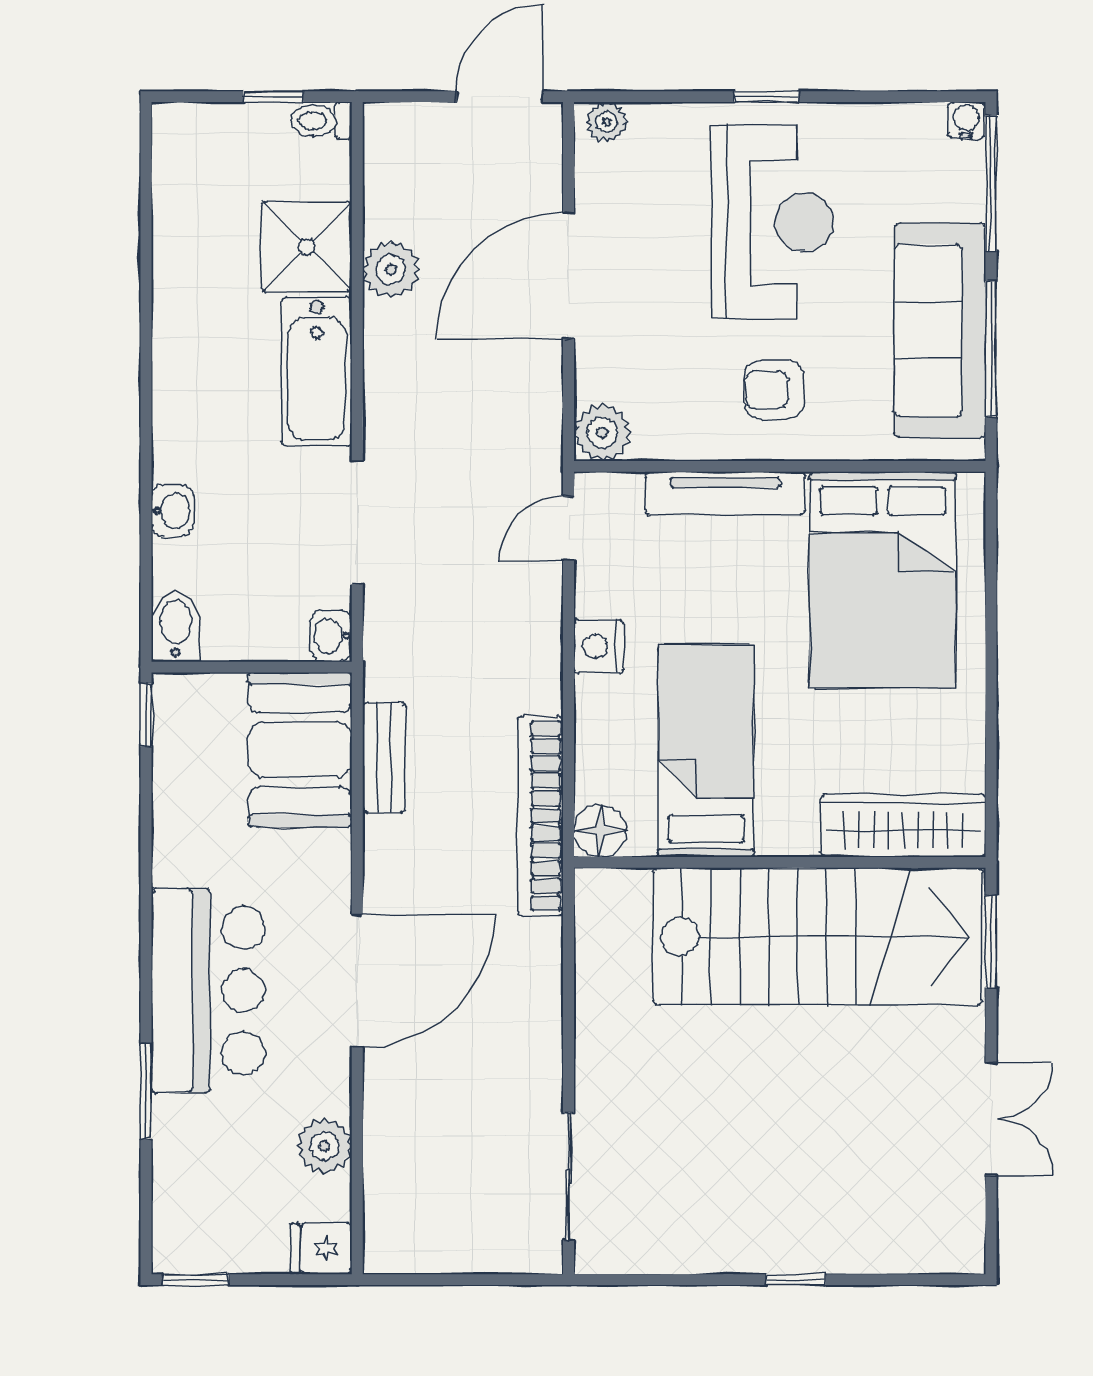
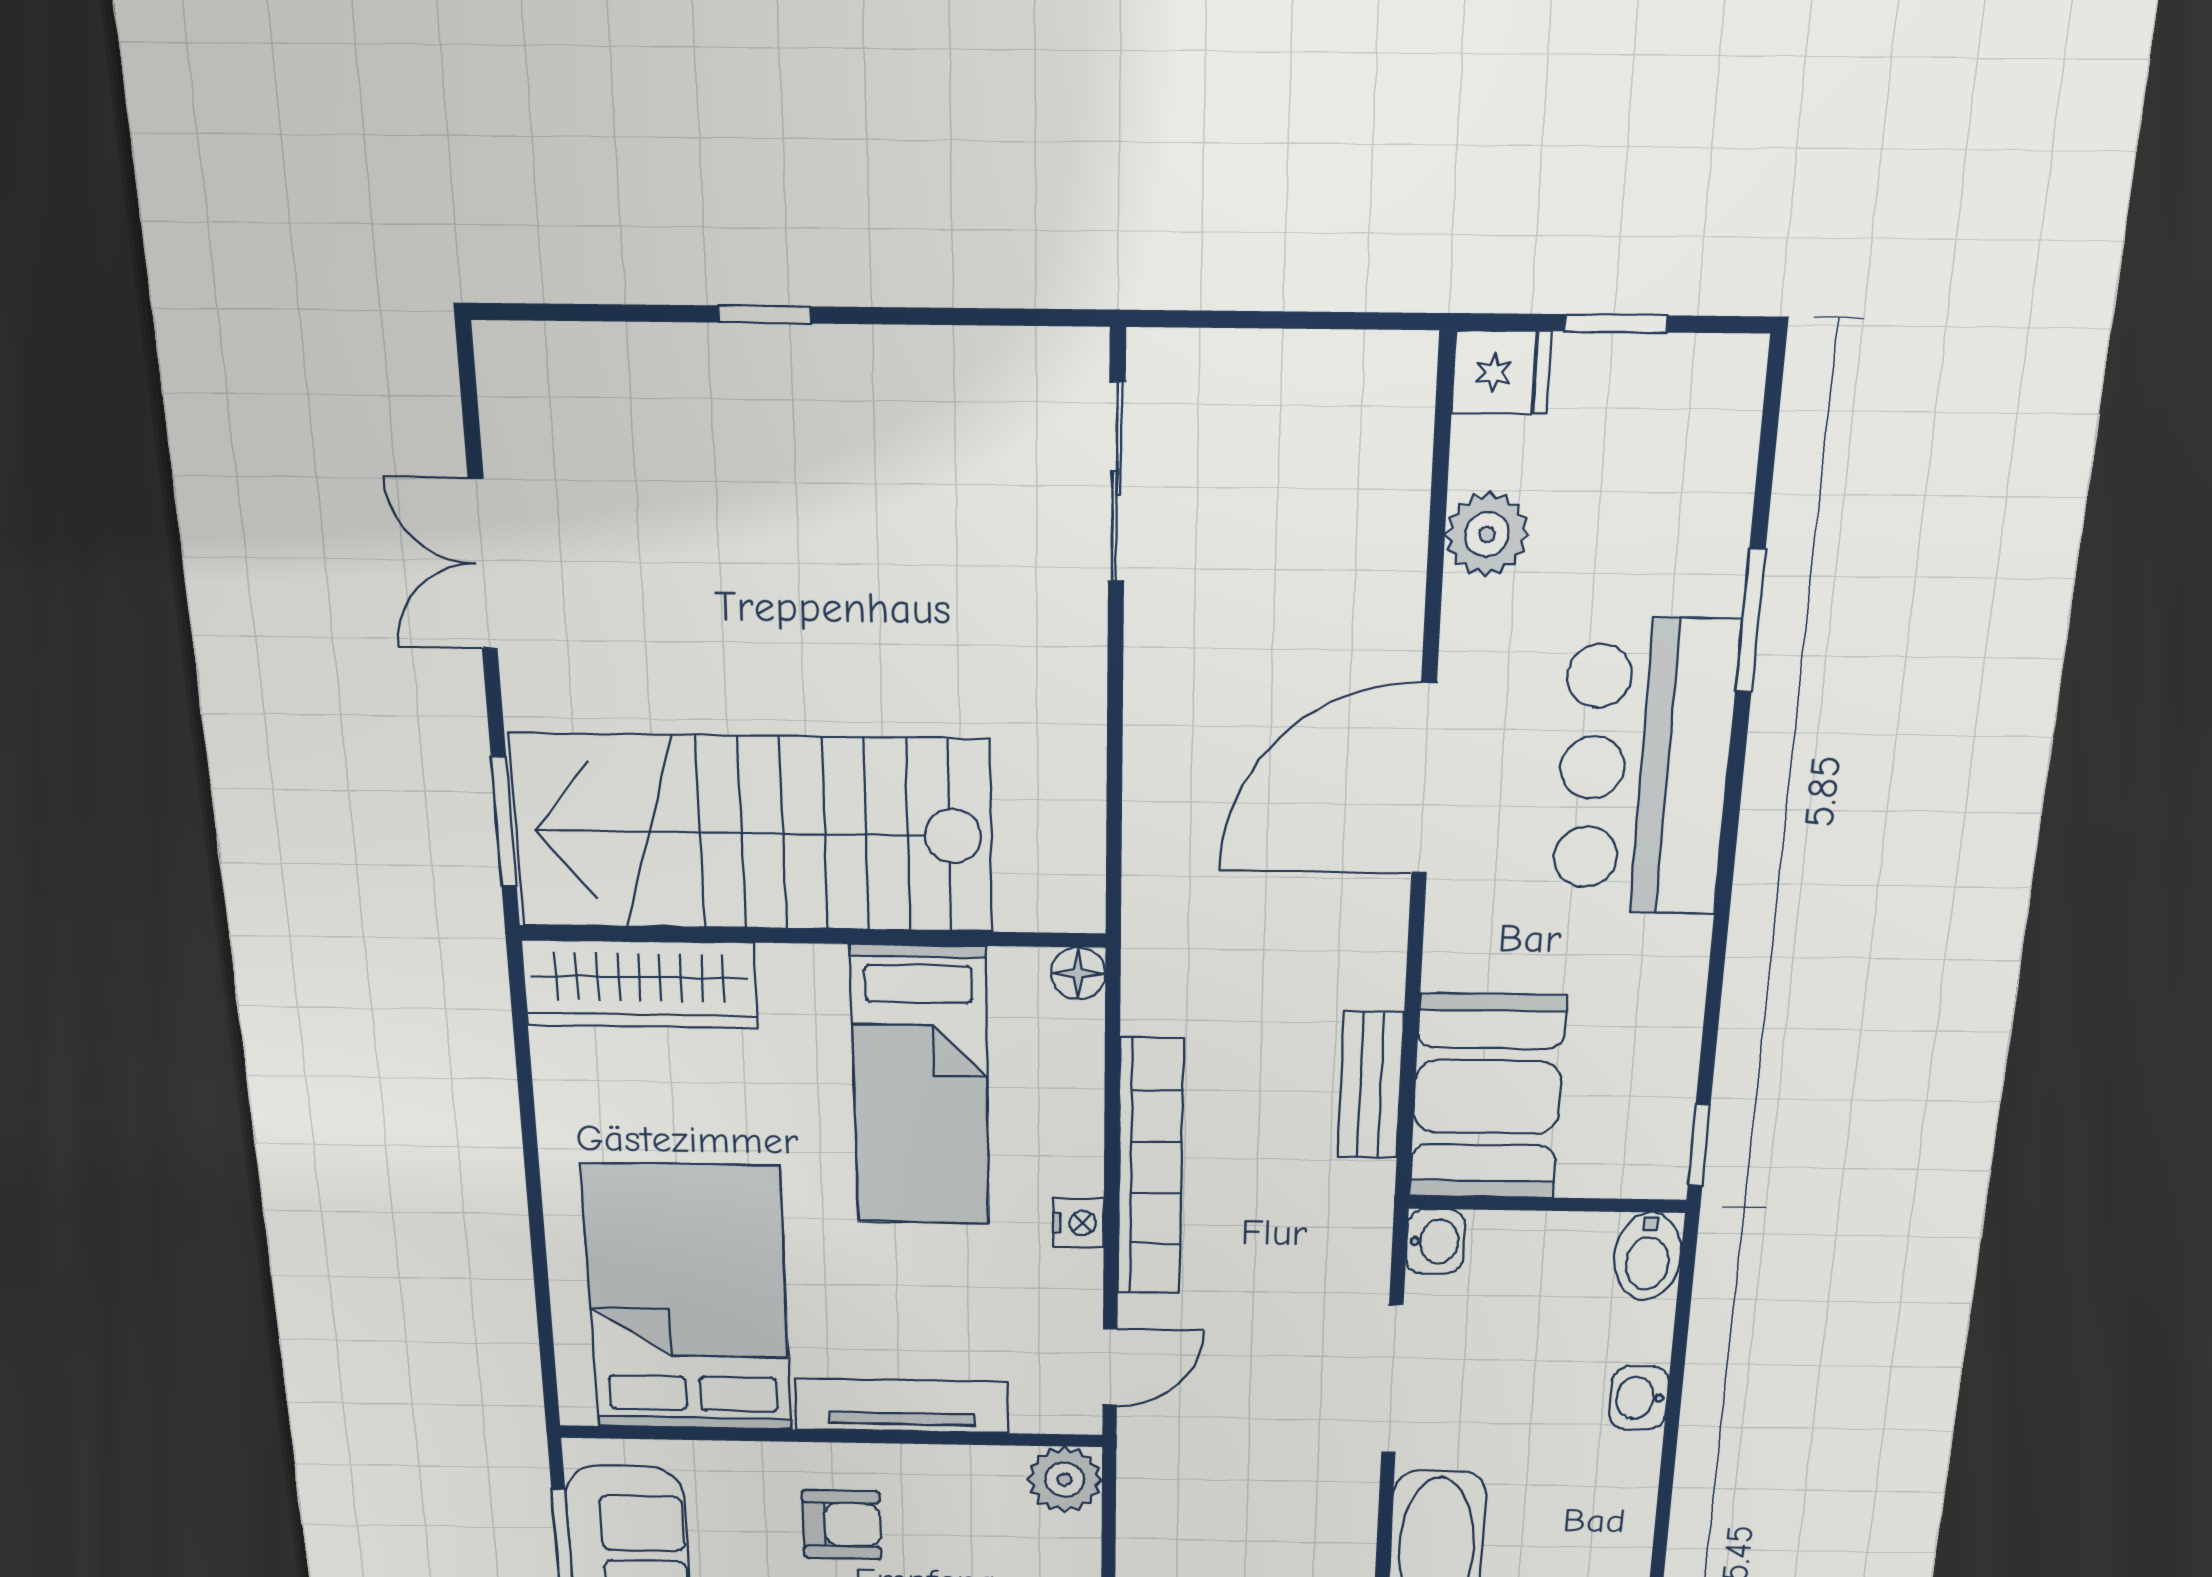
nightstand: (599, 646) -> (1079, 1223), width x0.72, depth x0.74
bookcase: (541, 816) -> (1150, 1168), moved
floor lamp: (600, 831) -> (1078, 973), width x0.73, depth x0.73
window: (196, 1280) -> (1616, 323), moved

